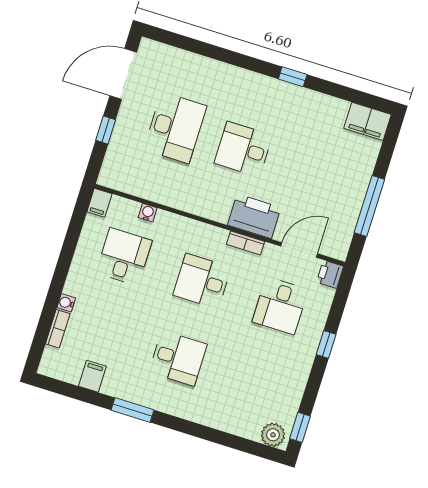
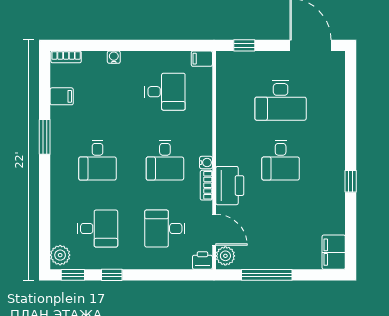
window: (106, 130) -> (244, 45), moved
desk: (243, 149) -> (281, 160), turned 180
water cooler: (148, 213) -> (206, 163), moved
plant: (333, 246) -> (225, 256), added
desk: (202, 281) -> (165, 160), turned 180
bookcase: (58, 329) -> (66, 57), moved
window: (326, 344) -> (112, 275), moved
desk: (256, 383) -> (97, 229), added

